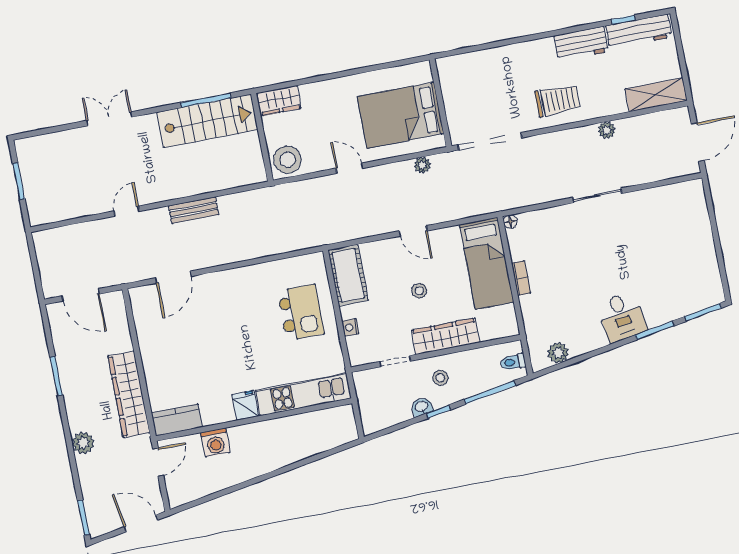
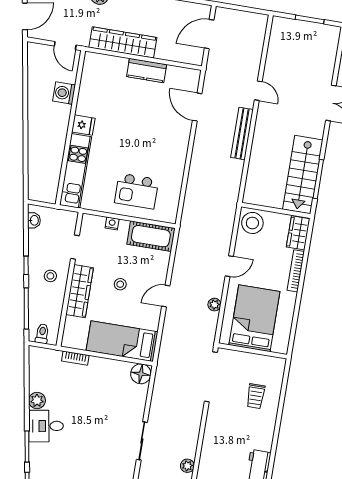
bookcase: (326, 87) -> (296, 271), added
trolley: (558, 100) -> (256, 396), moved, width x0.73, depth x0.72
plant: (422, 165) -> (214, 305), moved
bench: (194, 210) -> (242, 133), width x1.36
floor lamp: (510, 222) -> (141, 374), width x1.89, depth x1.89
bookcase: (521, 278) -> (75, 358), moved
plant: (558, 353) -> (37, 400), moved
washbasin: (421, 407) -> (34, 220), moved
kitchen counter: (177, 420) -> (147, 71), moved, turned 90

